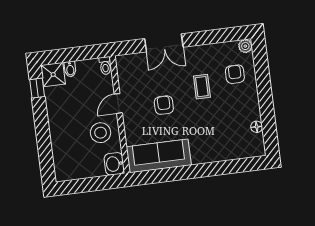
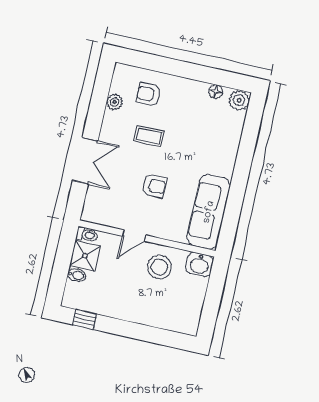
plant: (245, 46) -> (115, 102), moved
shower: (53, 74) -> (85, 256), moved
door: (118, 103) -> (134, 236), hinge flipped
armchair: (164, 105) -> (154, 186), turned 180
plant: (256, 148) -> (239, 100), added

